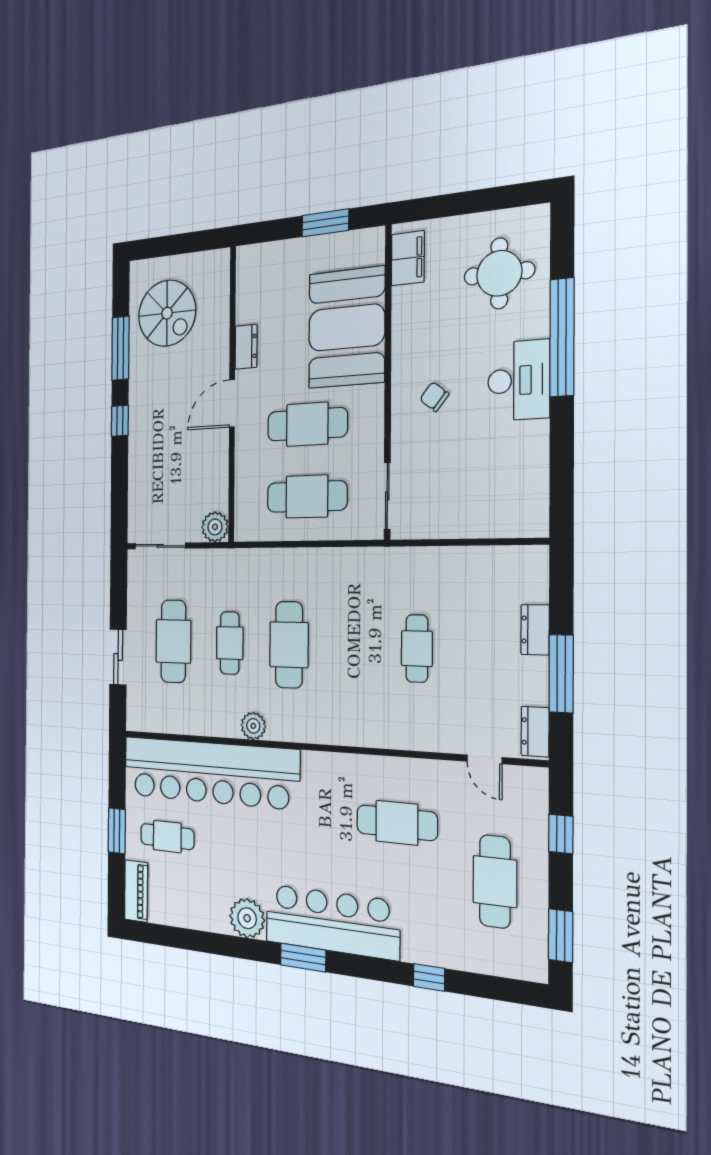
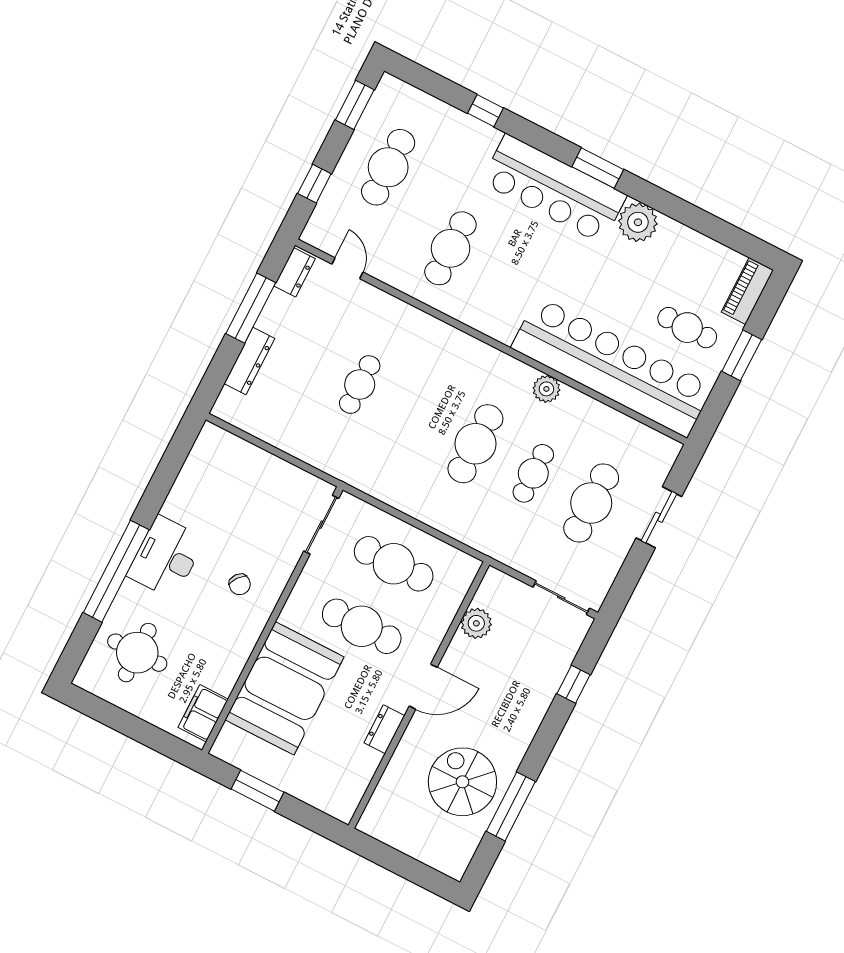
spiral stairs: (167, 313) -> (462, 782), moved
window: (120, 421) -> (573, 684), moved
plant: (215, 527) -> (476, 623), moved
dresser: (535, 630) -> (249, 361), width x1.44
cafe table: (397, 823) -> (450, 248), turned 90

